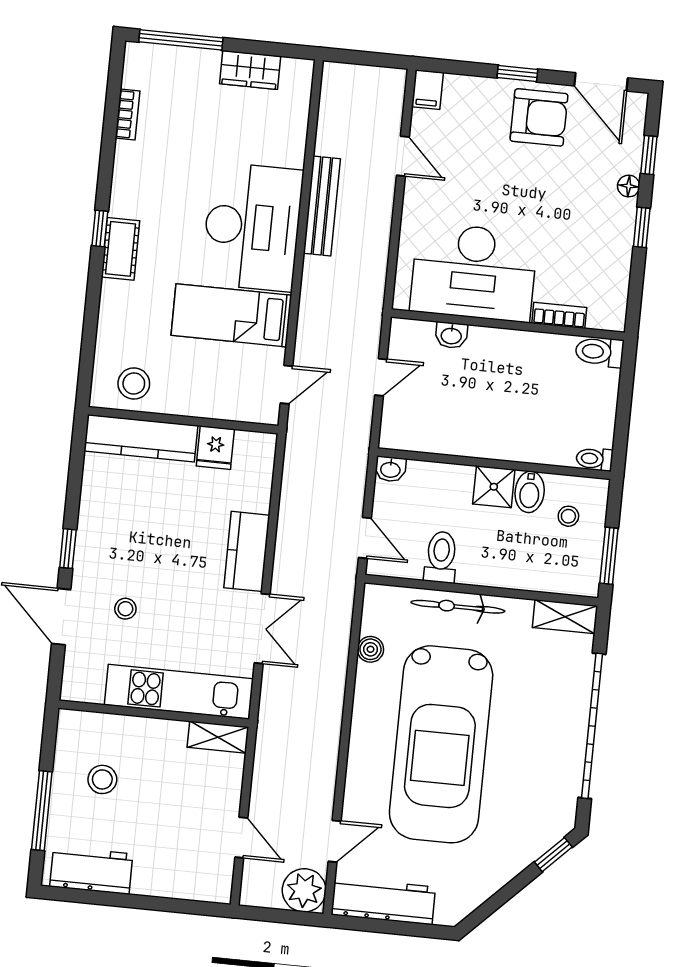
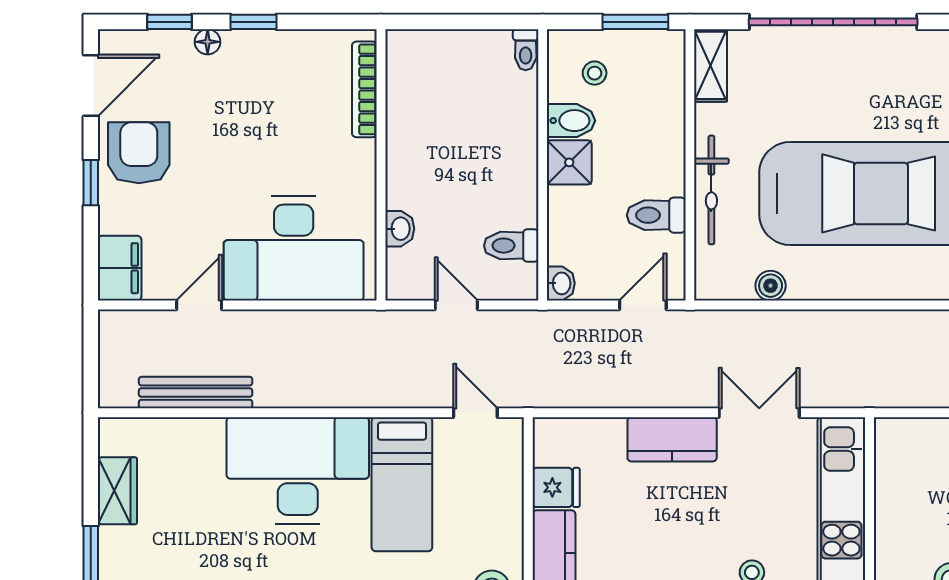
filing cabinet: (427, 90) -> (120, 268), width x2.00
bench: (322, 206) -> (196, 393), moved
desk: (474, 272) -> (294, 248), moved, turned 90
bookcase: (559, 315) -> (364, 89), width x1.56
toilet: (599, 352) -> (511, 246), moved, turned 90
shelving: (218, 737) -> (889, 451), removed

